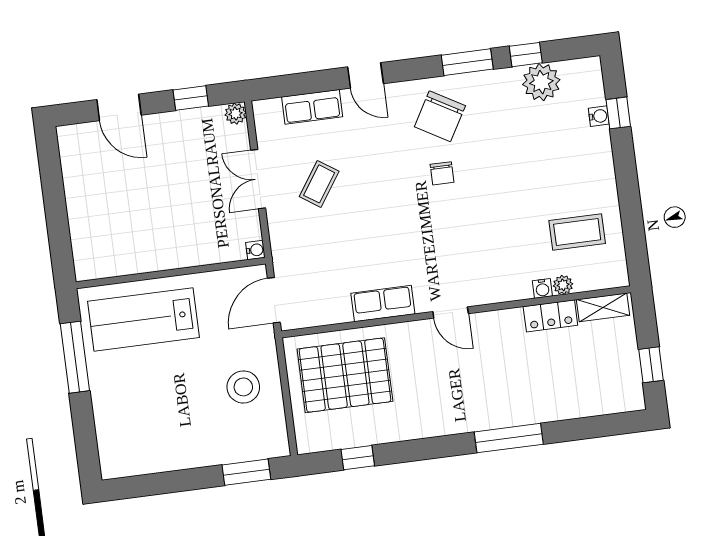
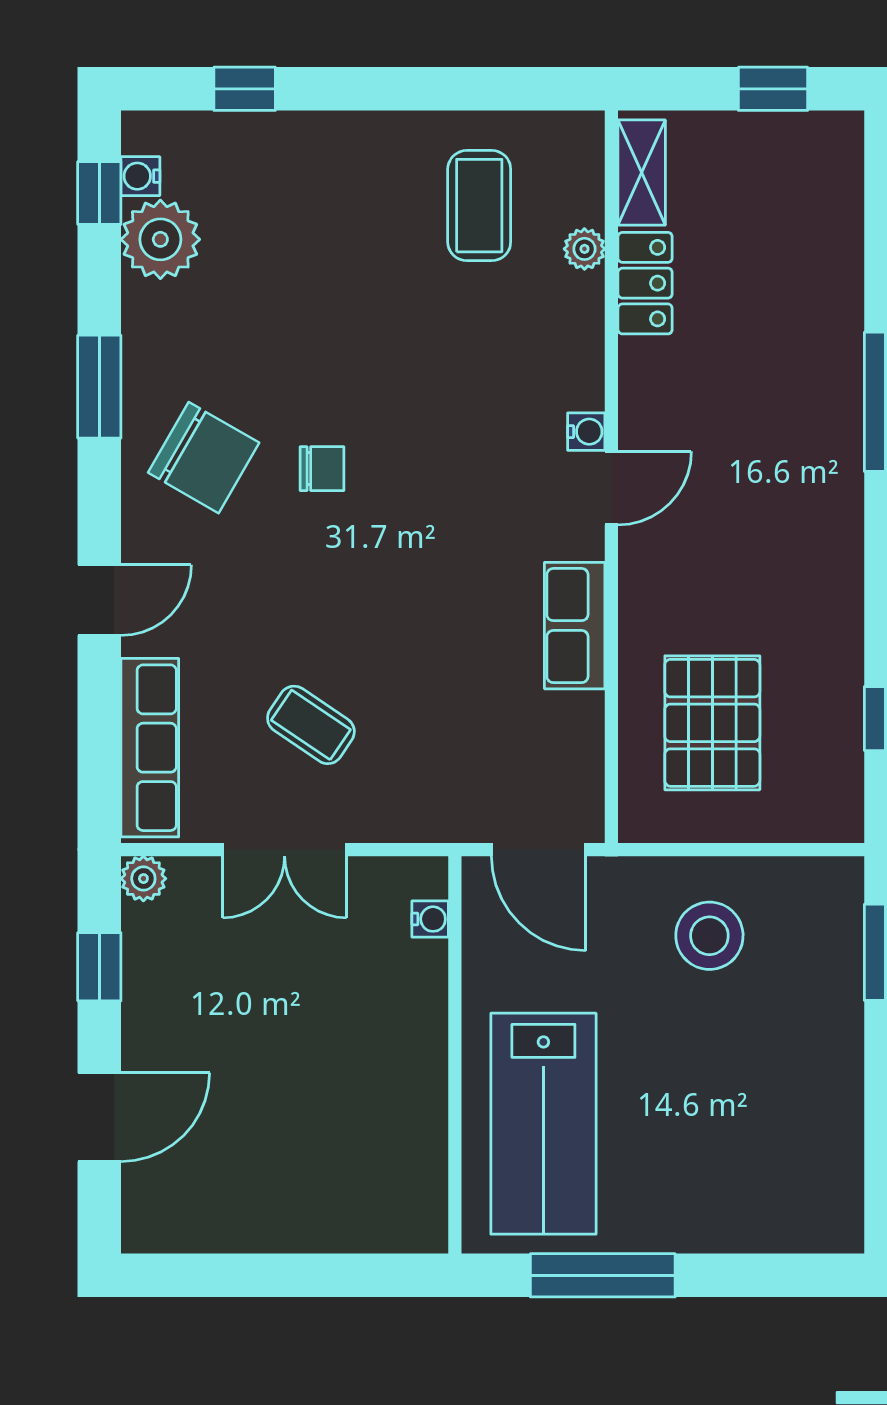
window: (526, 55) -> (99, 193), moved
row of seats: (312, 107) -> (150, 748), width x1.48
water cooler: (599, 116) -> (140, 176), moved, turned -90
water cooler: (255, 250) -> (430, 919), moved, turned 90
water cooler: (542, 288) -> (586, 432), moved
pallet: (345, 375) -> (712, 723), width x0.73, depth x0.71

